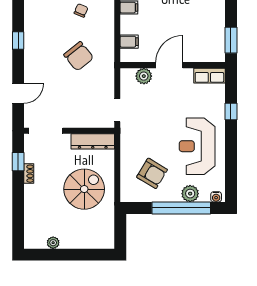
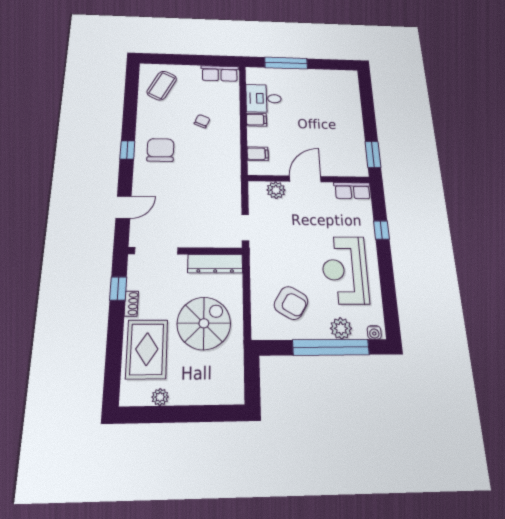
chair: (79, 56) -> (160, 150), moved, turned -141
rug: (42, 208) -> (147, 349), added

